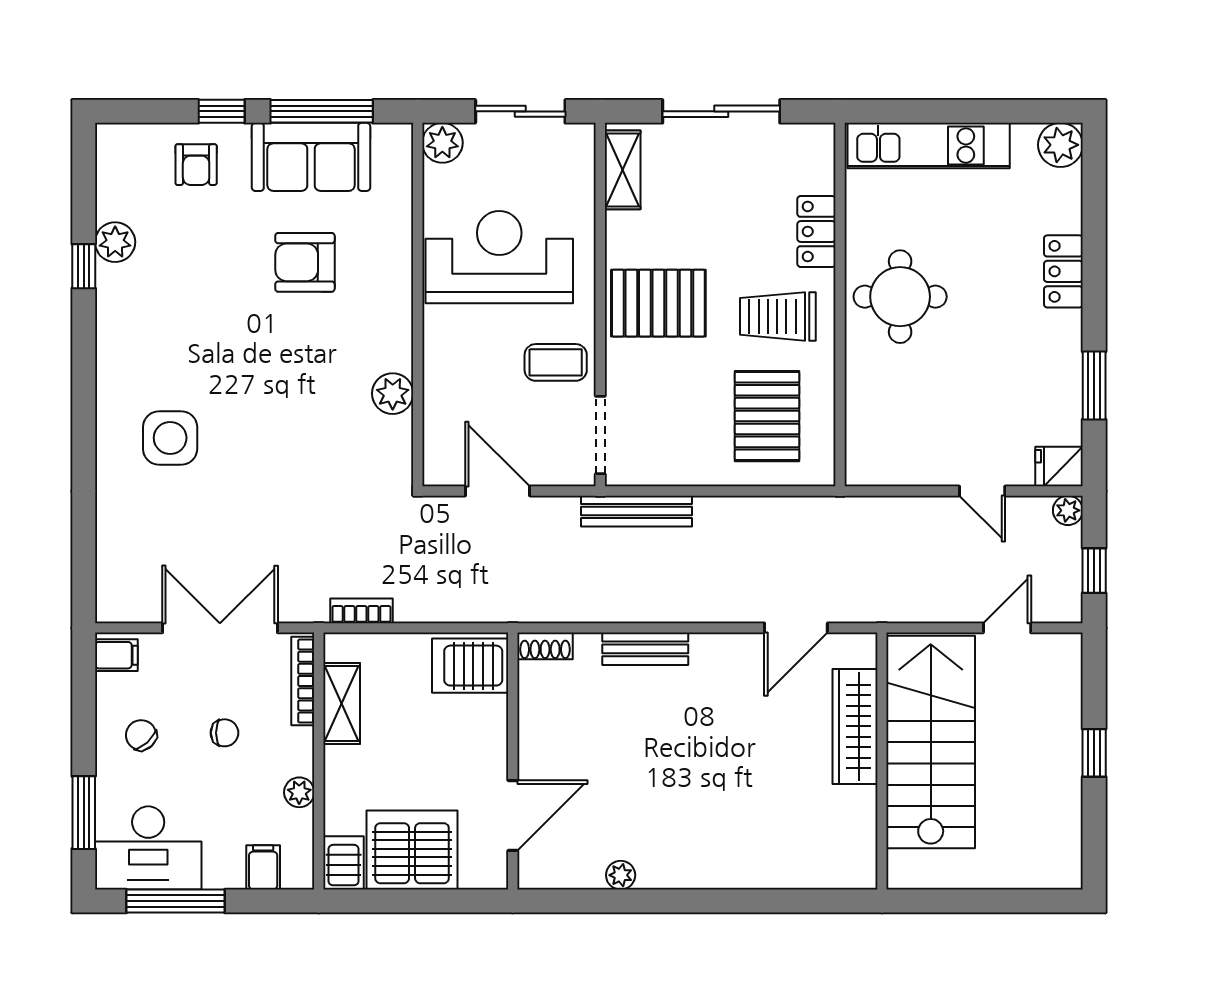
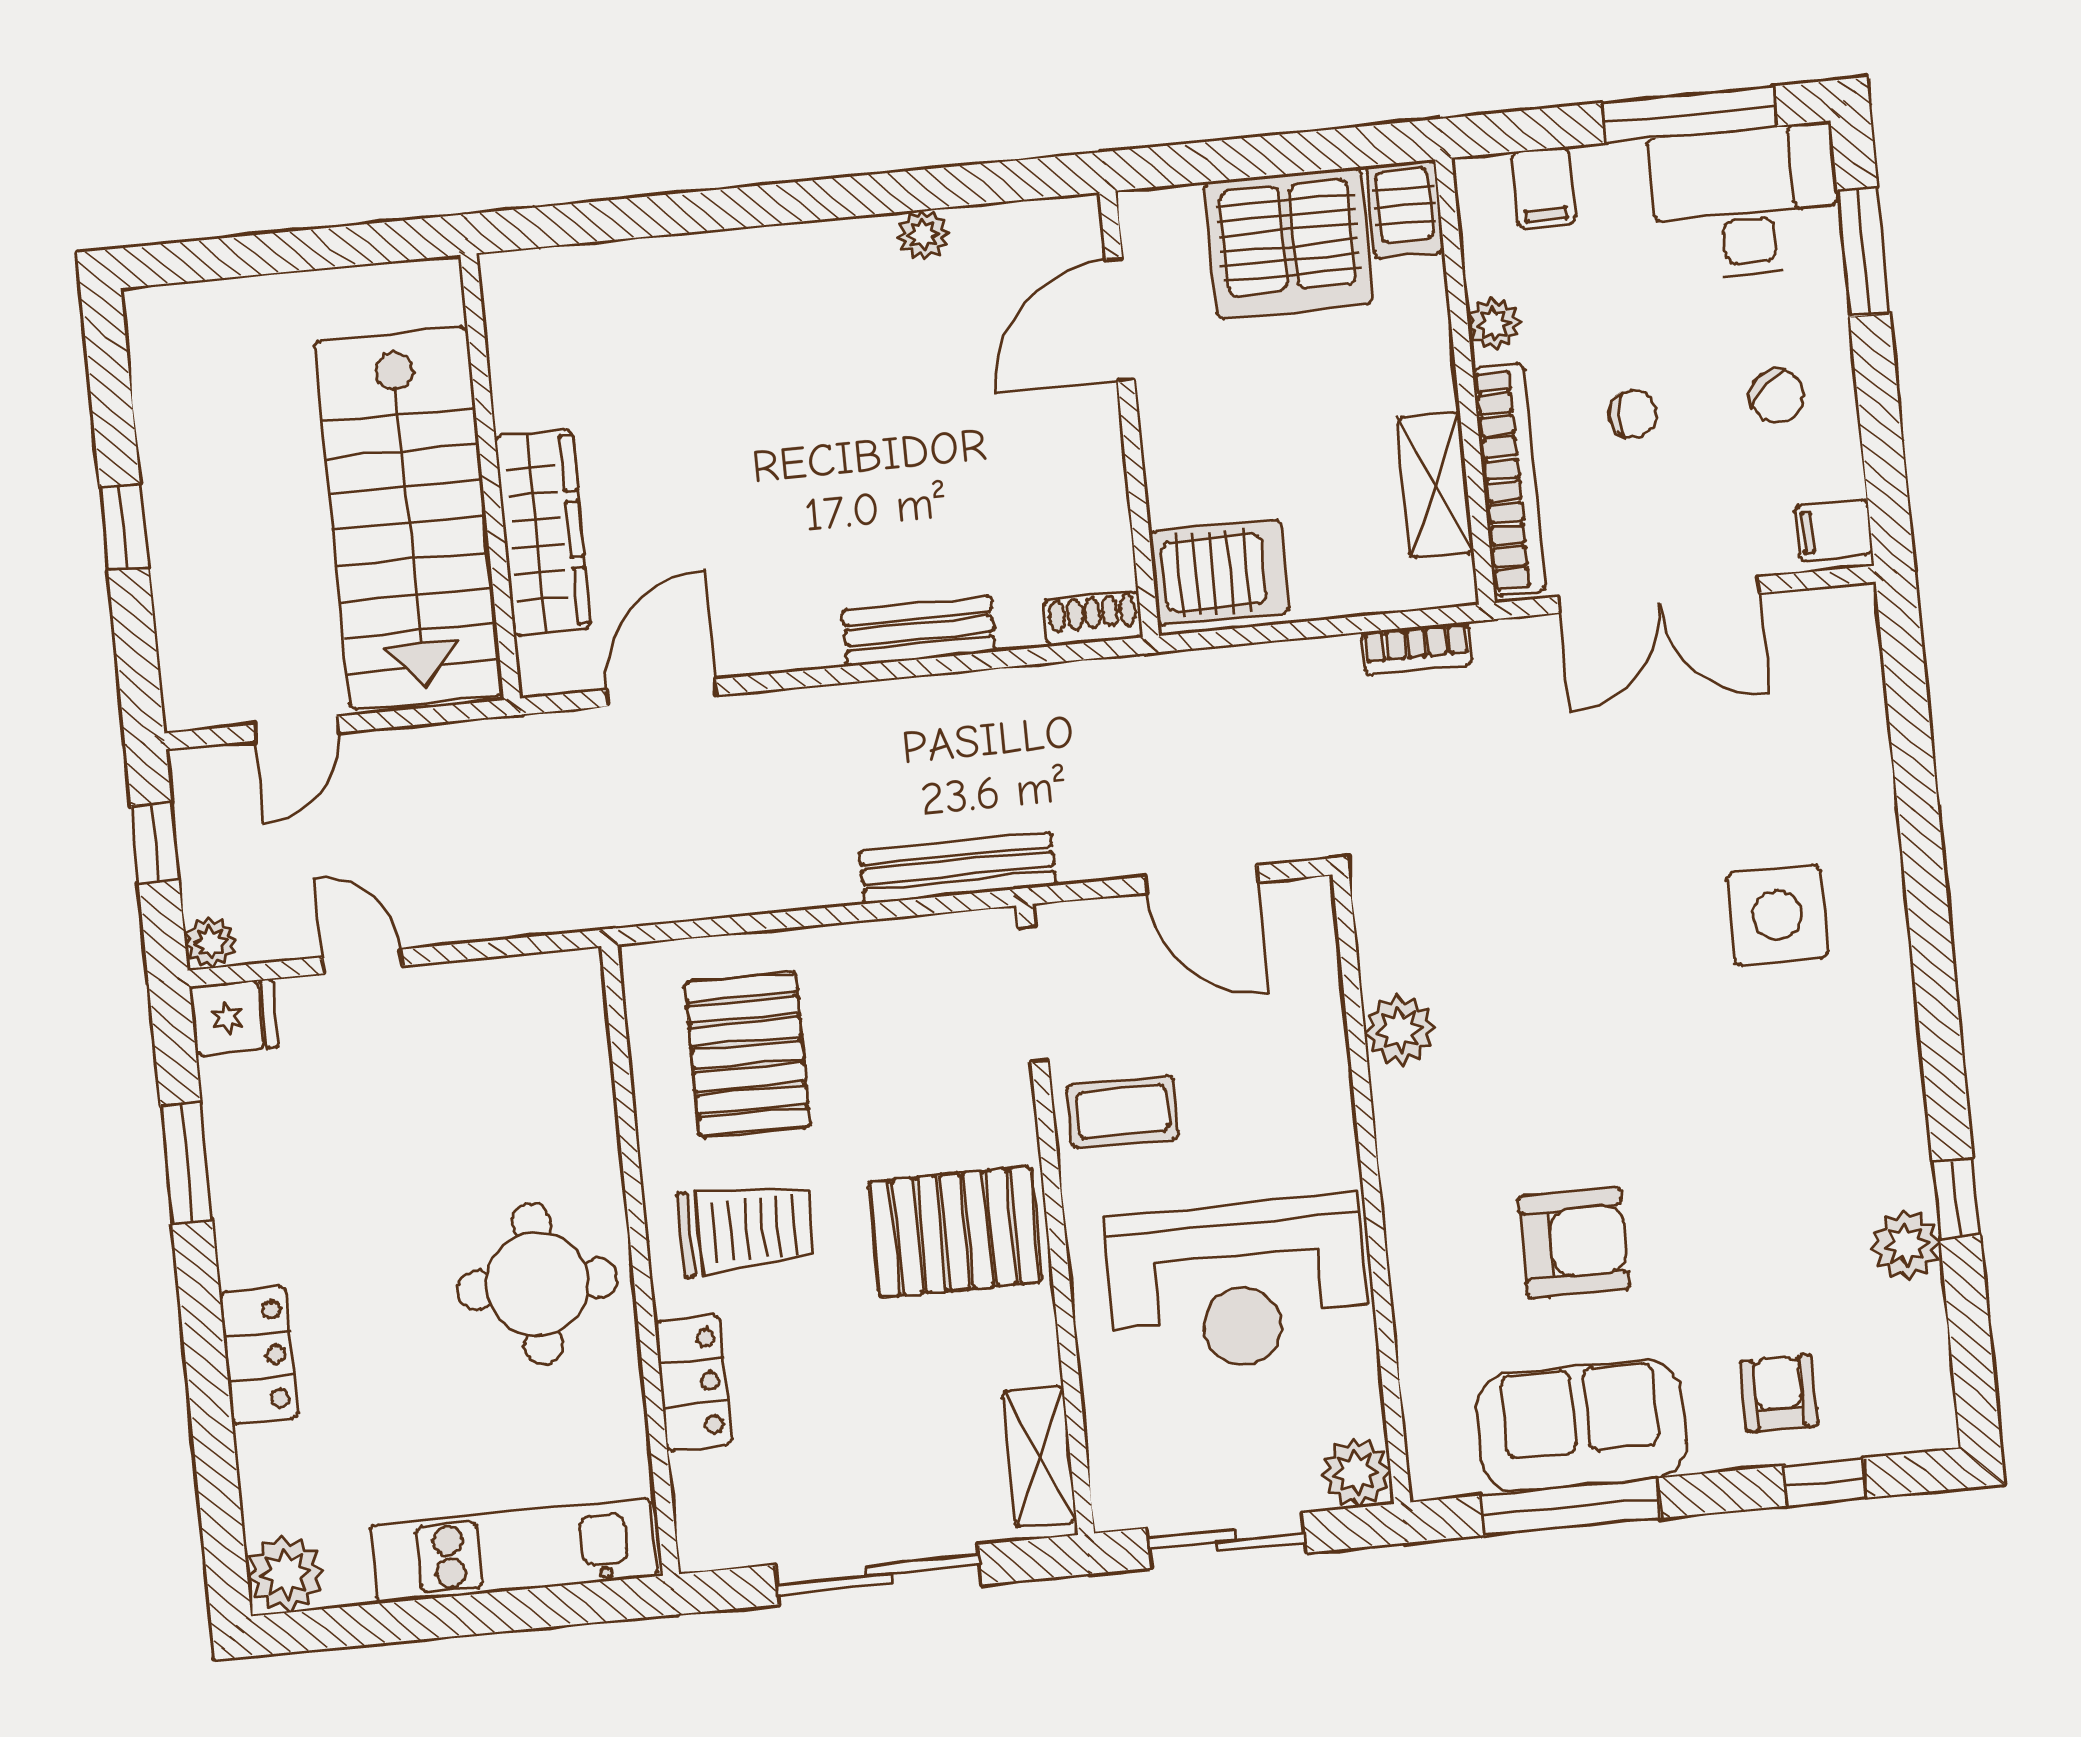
window: (222, 111) -> (1825, 1482), moved
bookcase: (303, 681) -> (1509, 480), width x1.48, depth x1.31
chair: (224, 733) -> (1633, 414), turned 180

